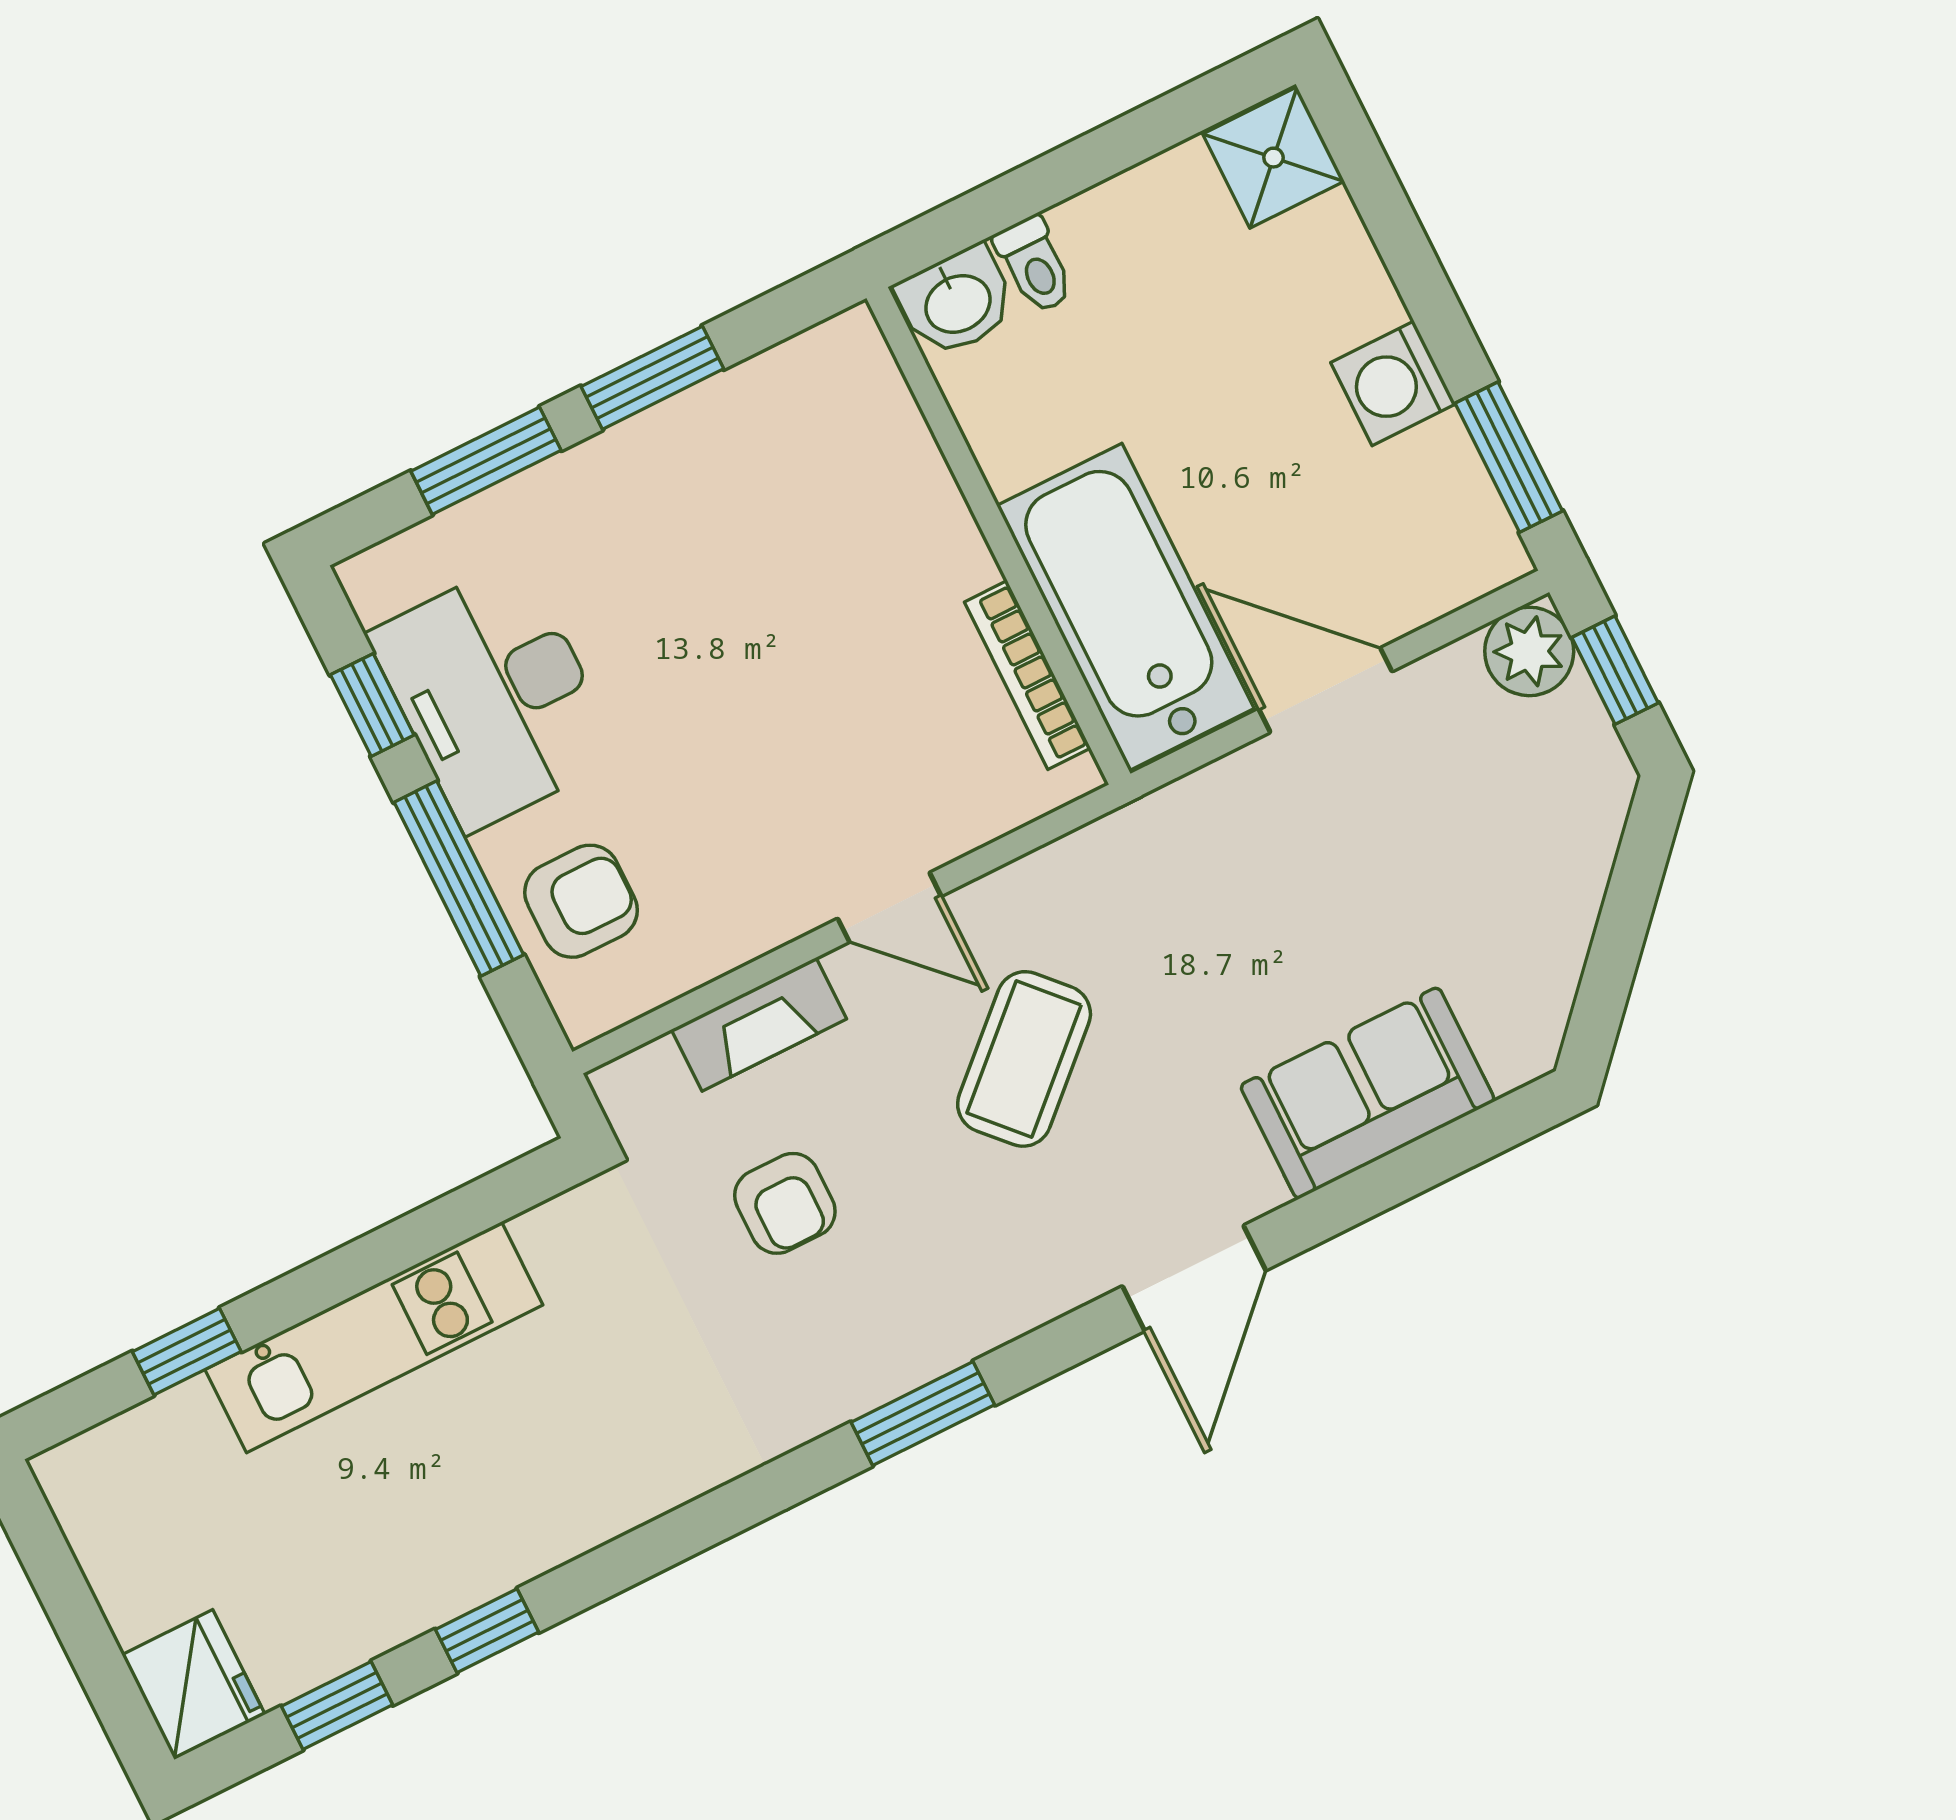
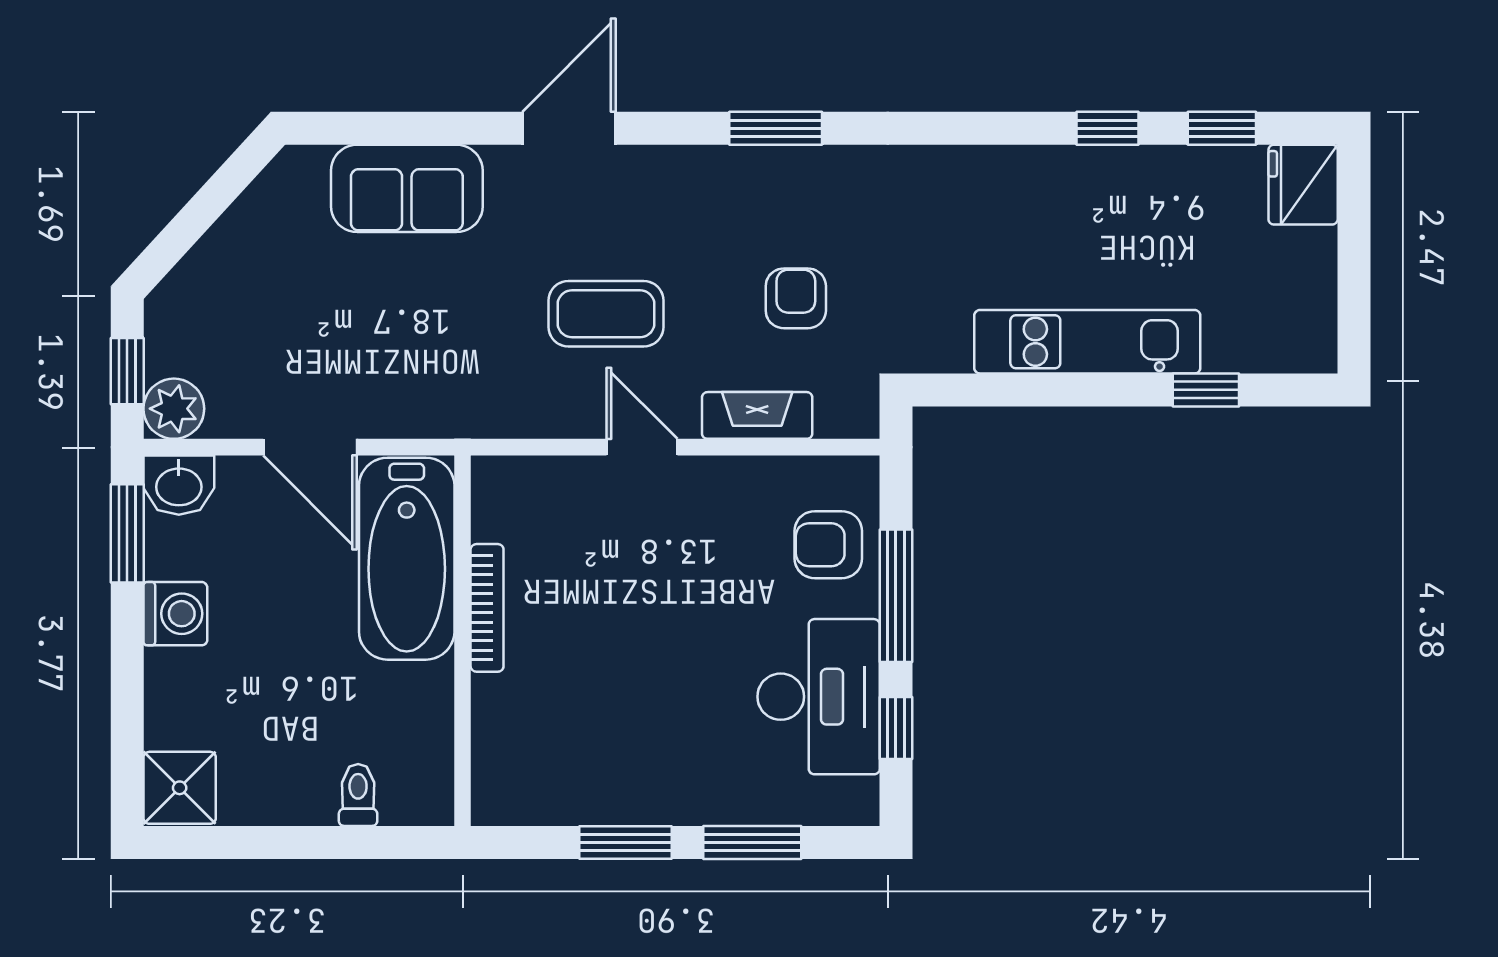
washbasin: (957, 302) -> (179, 485), moved, turned 180
bookcase: (1028, 675) -> (487, 608), moved
coffee table: (1024, 1059) -> (606, 314), turned 43

